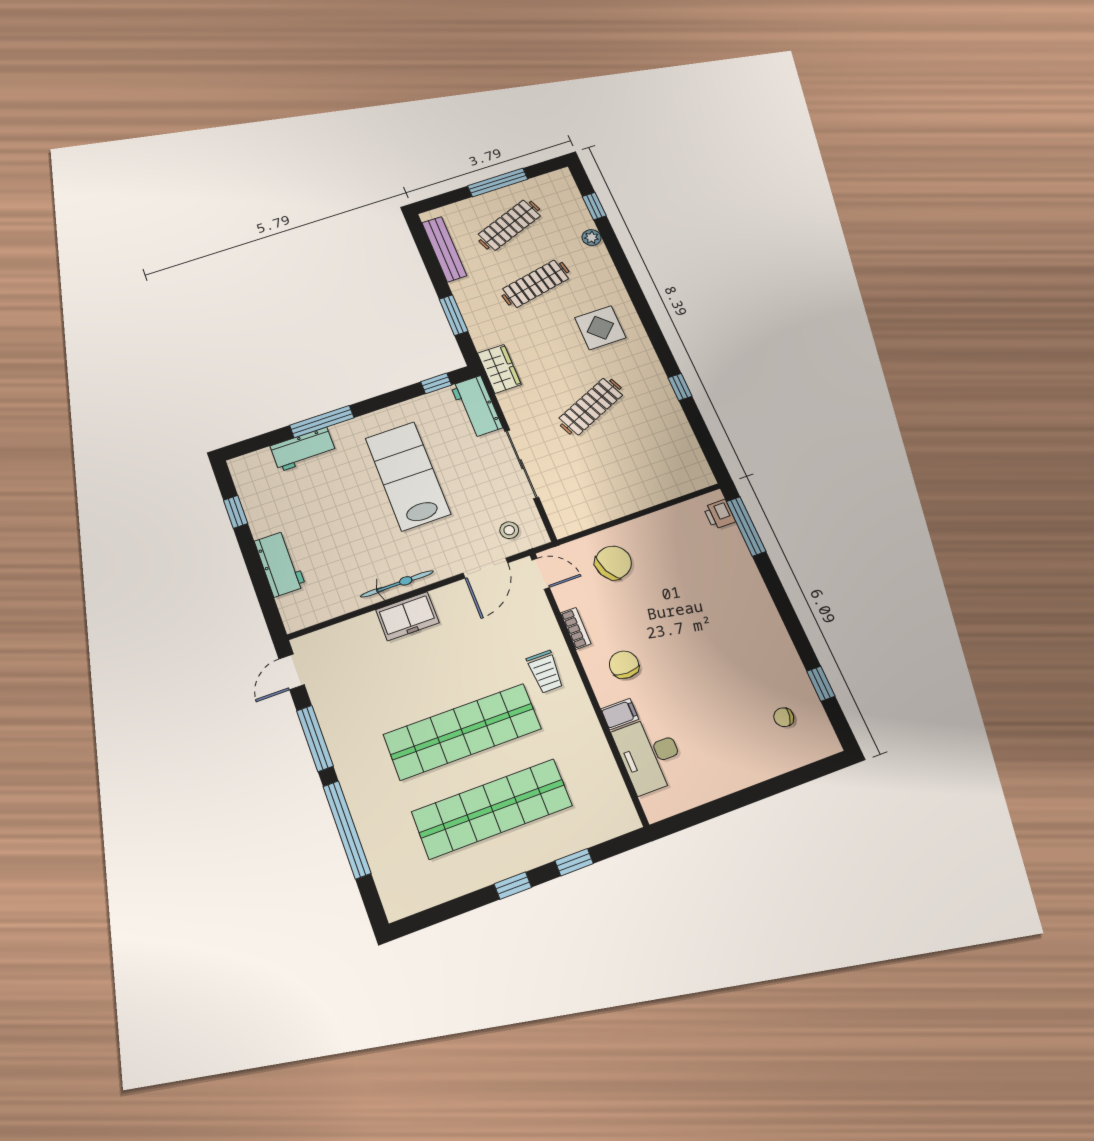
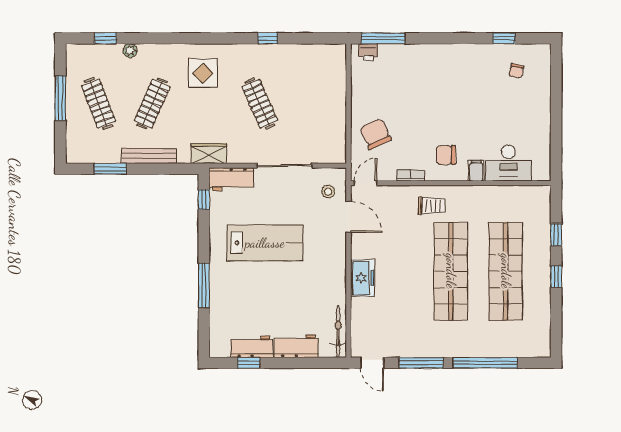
bench: (444, 249) -> (149, 156), moved
clothes rail: (536, 284) -> (152, 104), turned 36
window: (454, 315) -> (110, 169), moved
workbench: (303, 449) -> (252, 347), moved, turned -90
lab bench: (408, 476) -> (265, 243), turned 180
bicycle: (397, 584) -> (338, 331), moved

